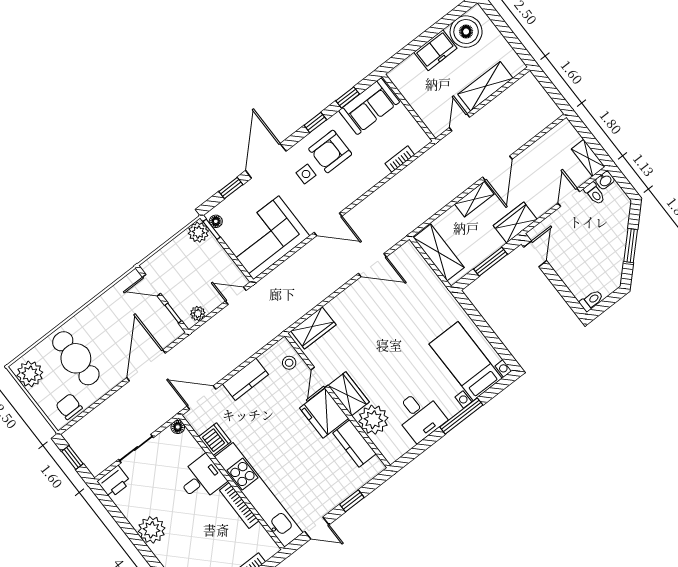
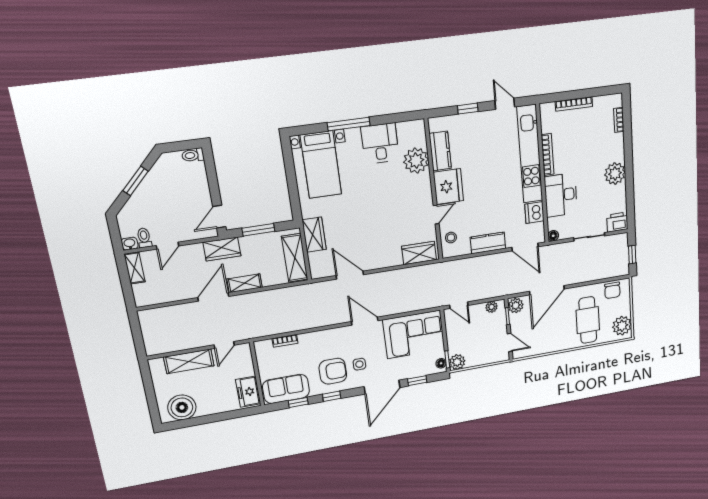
freezer: (435, 50) -> (248, 392), moved, turned -90
plant: (171, 330) -> (516, 306), added
wardrobe: (349, 394) -> (314, 235), moved, turned 180
desk: (202, 479) -> (561, 195), width x1.37

